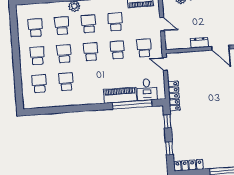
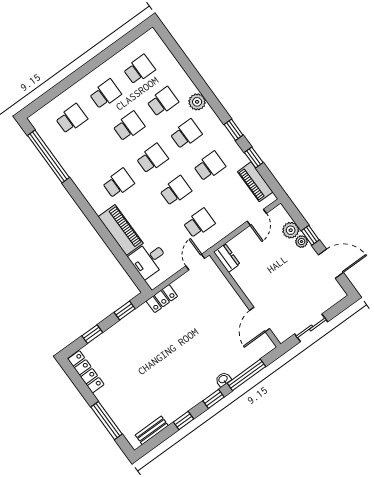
door: (162, 24) -> (257, 217), moved
dresser: (199, 43) -> (227, 258), moved
school desk: (66, 82) -> (118, 183), moved
locker: (174, 96) -> (162, 299), width x0.66
window: (132, 104) -> (48, 156), moved

